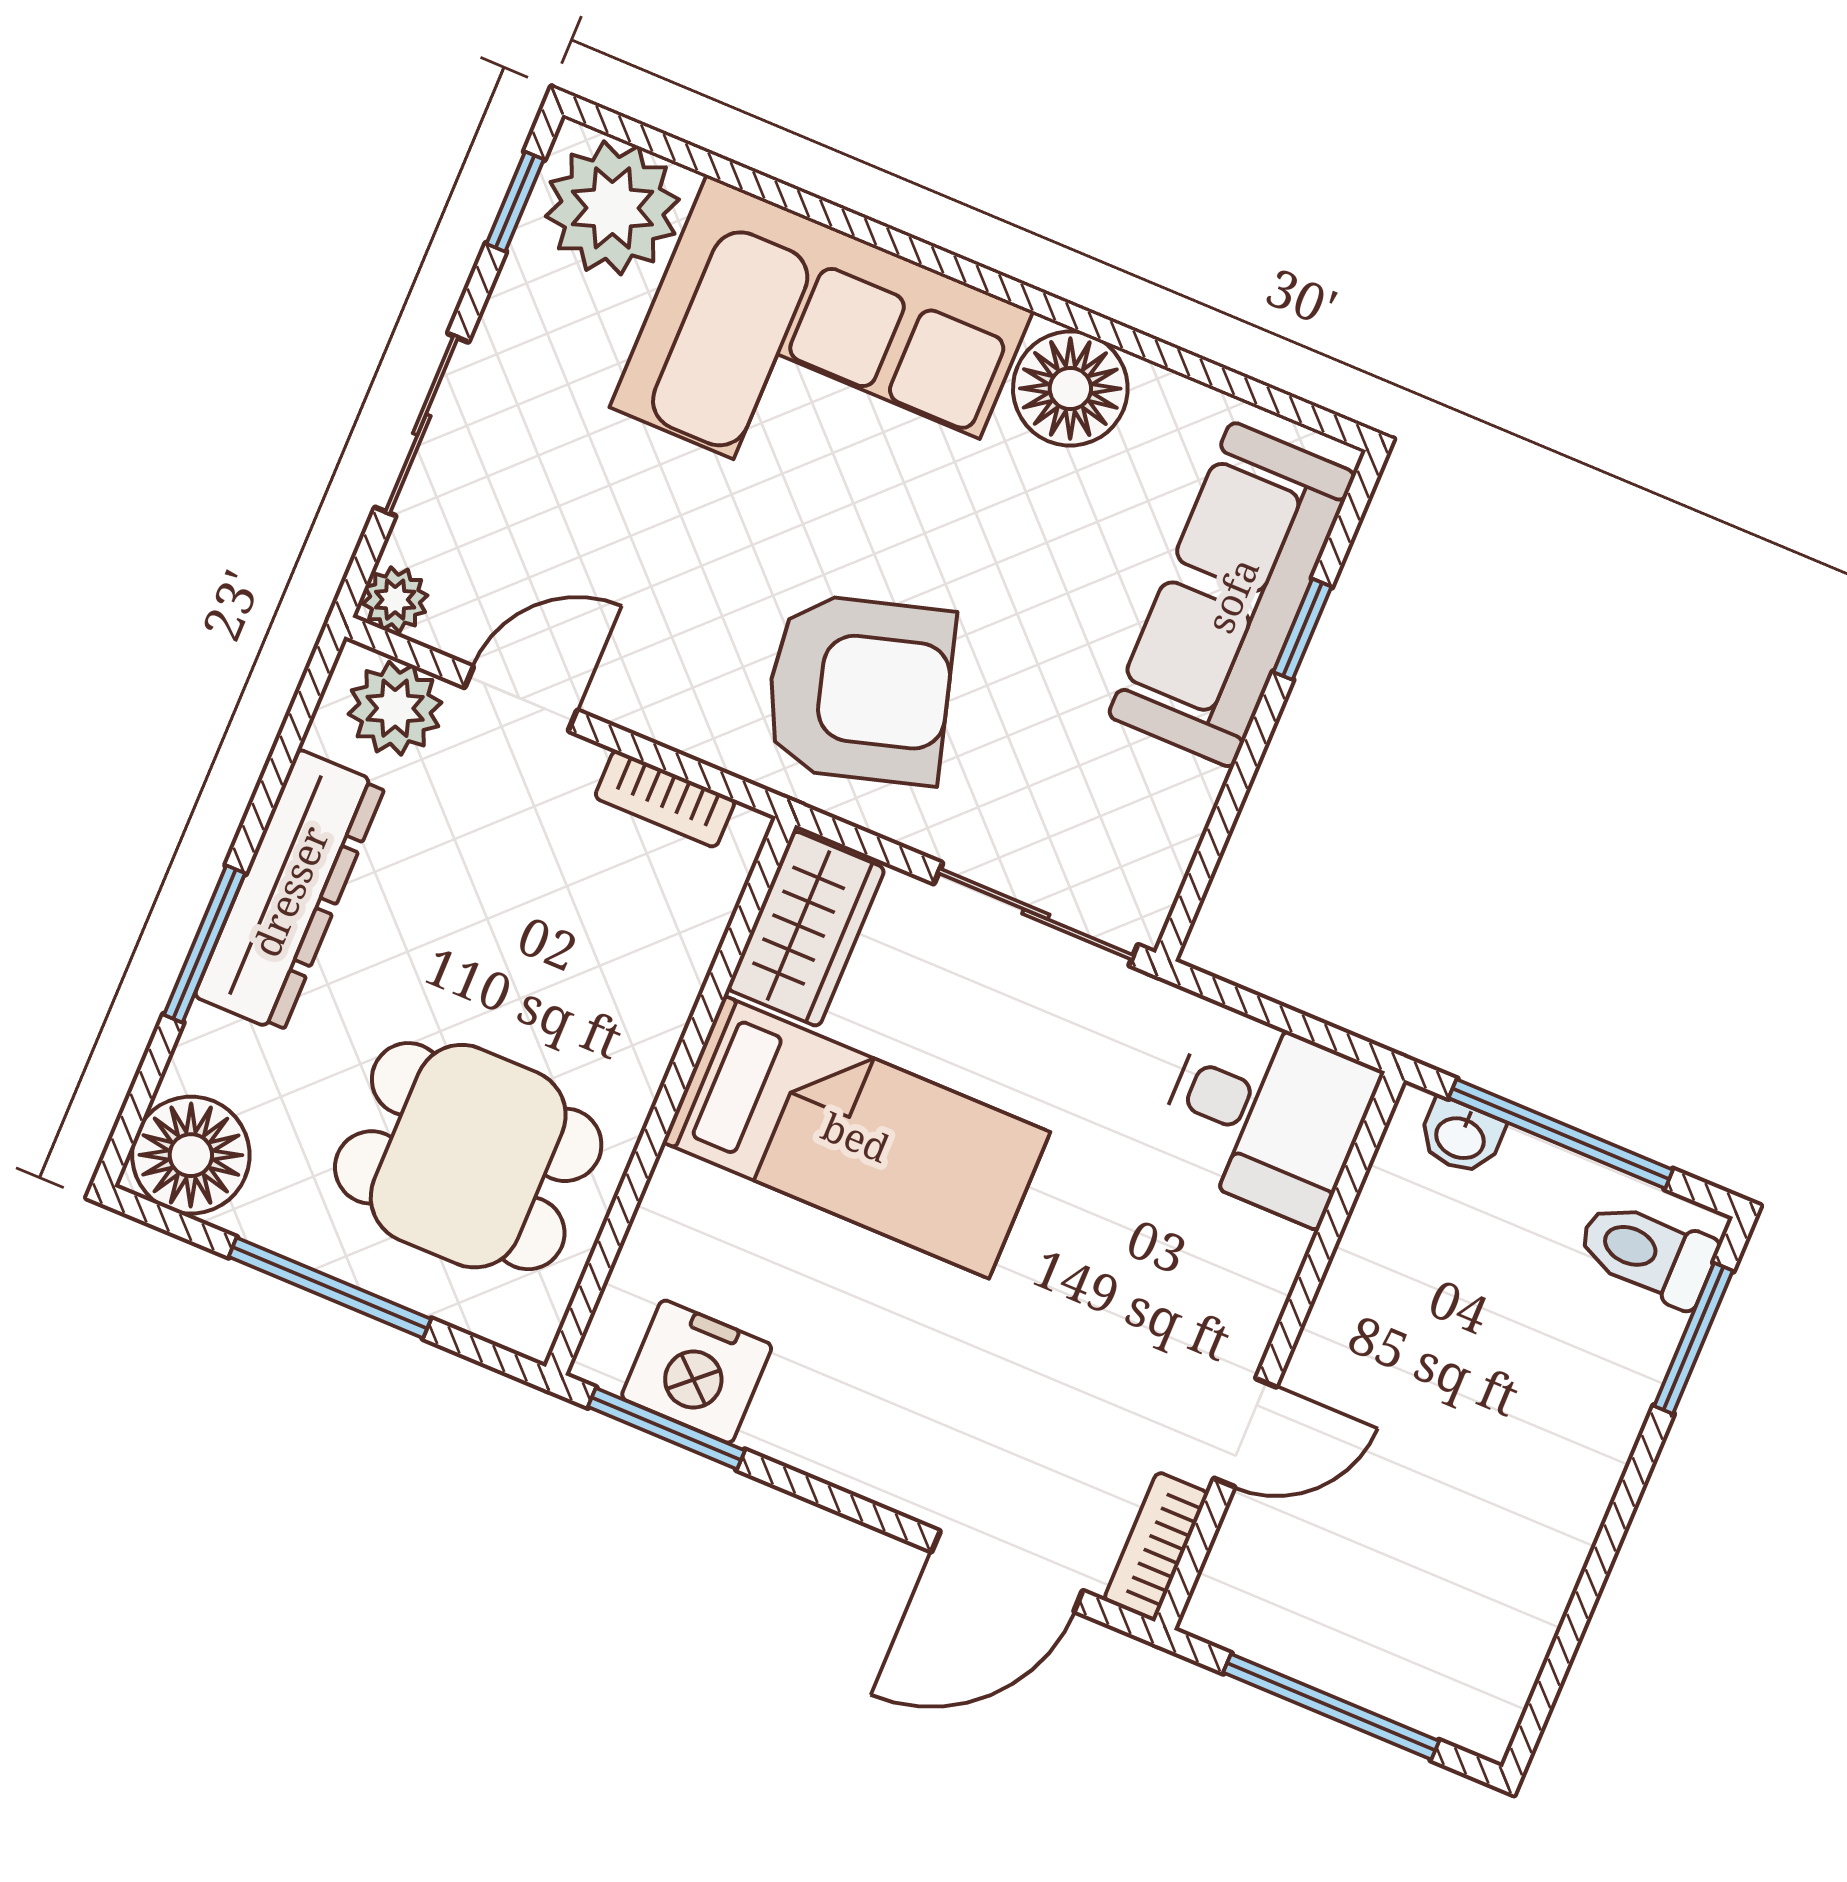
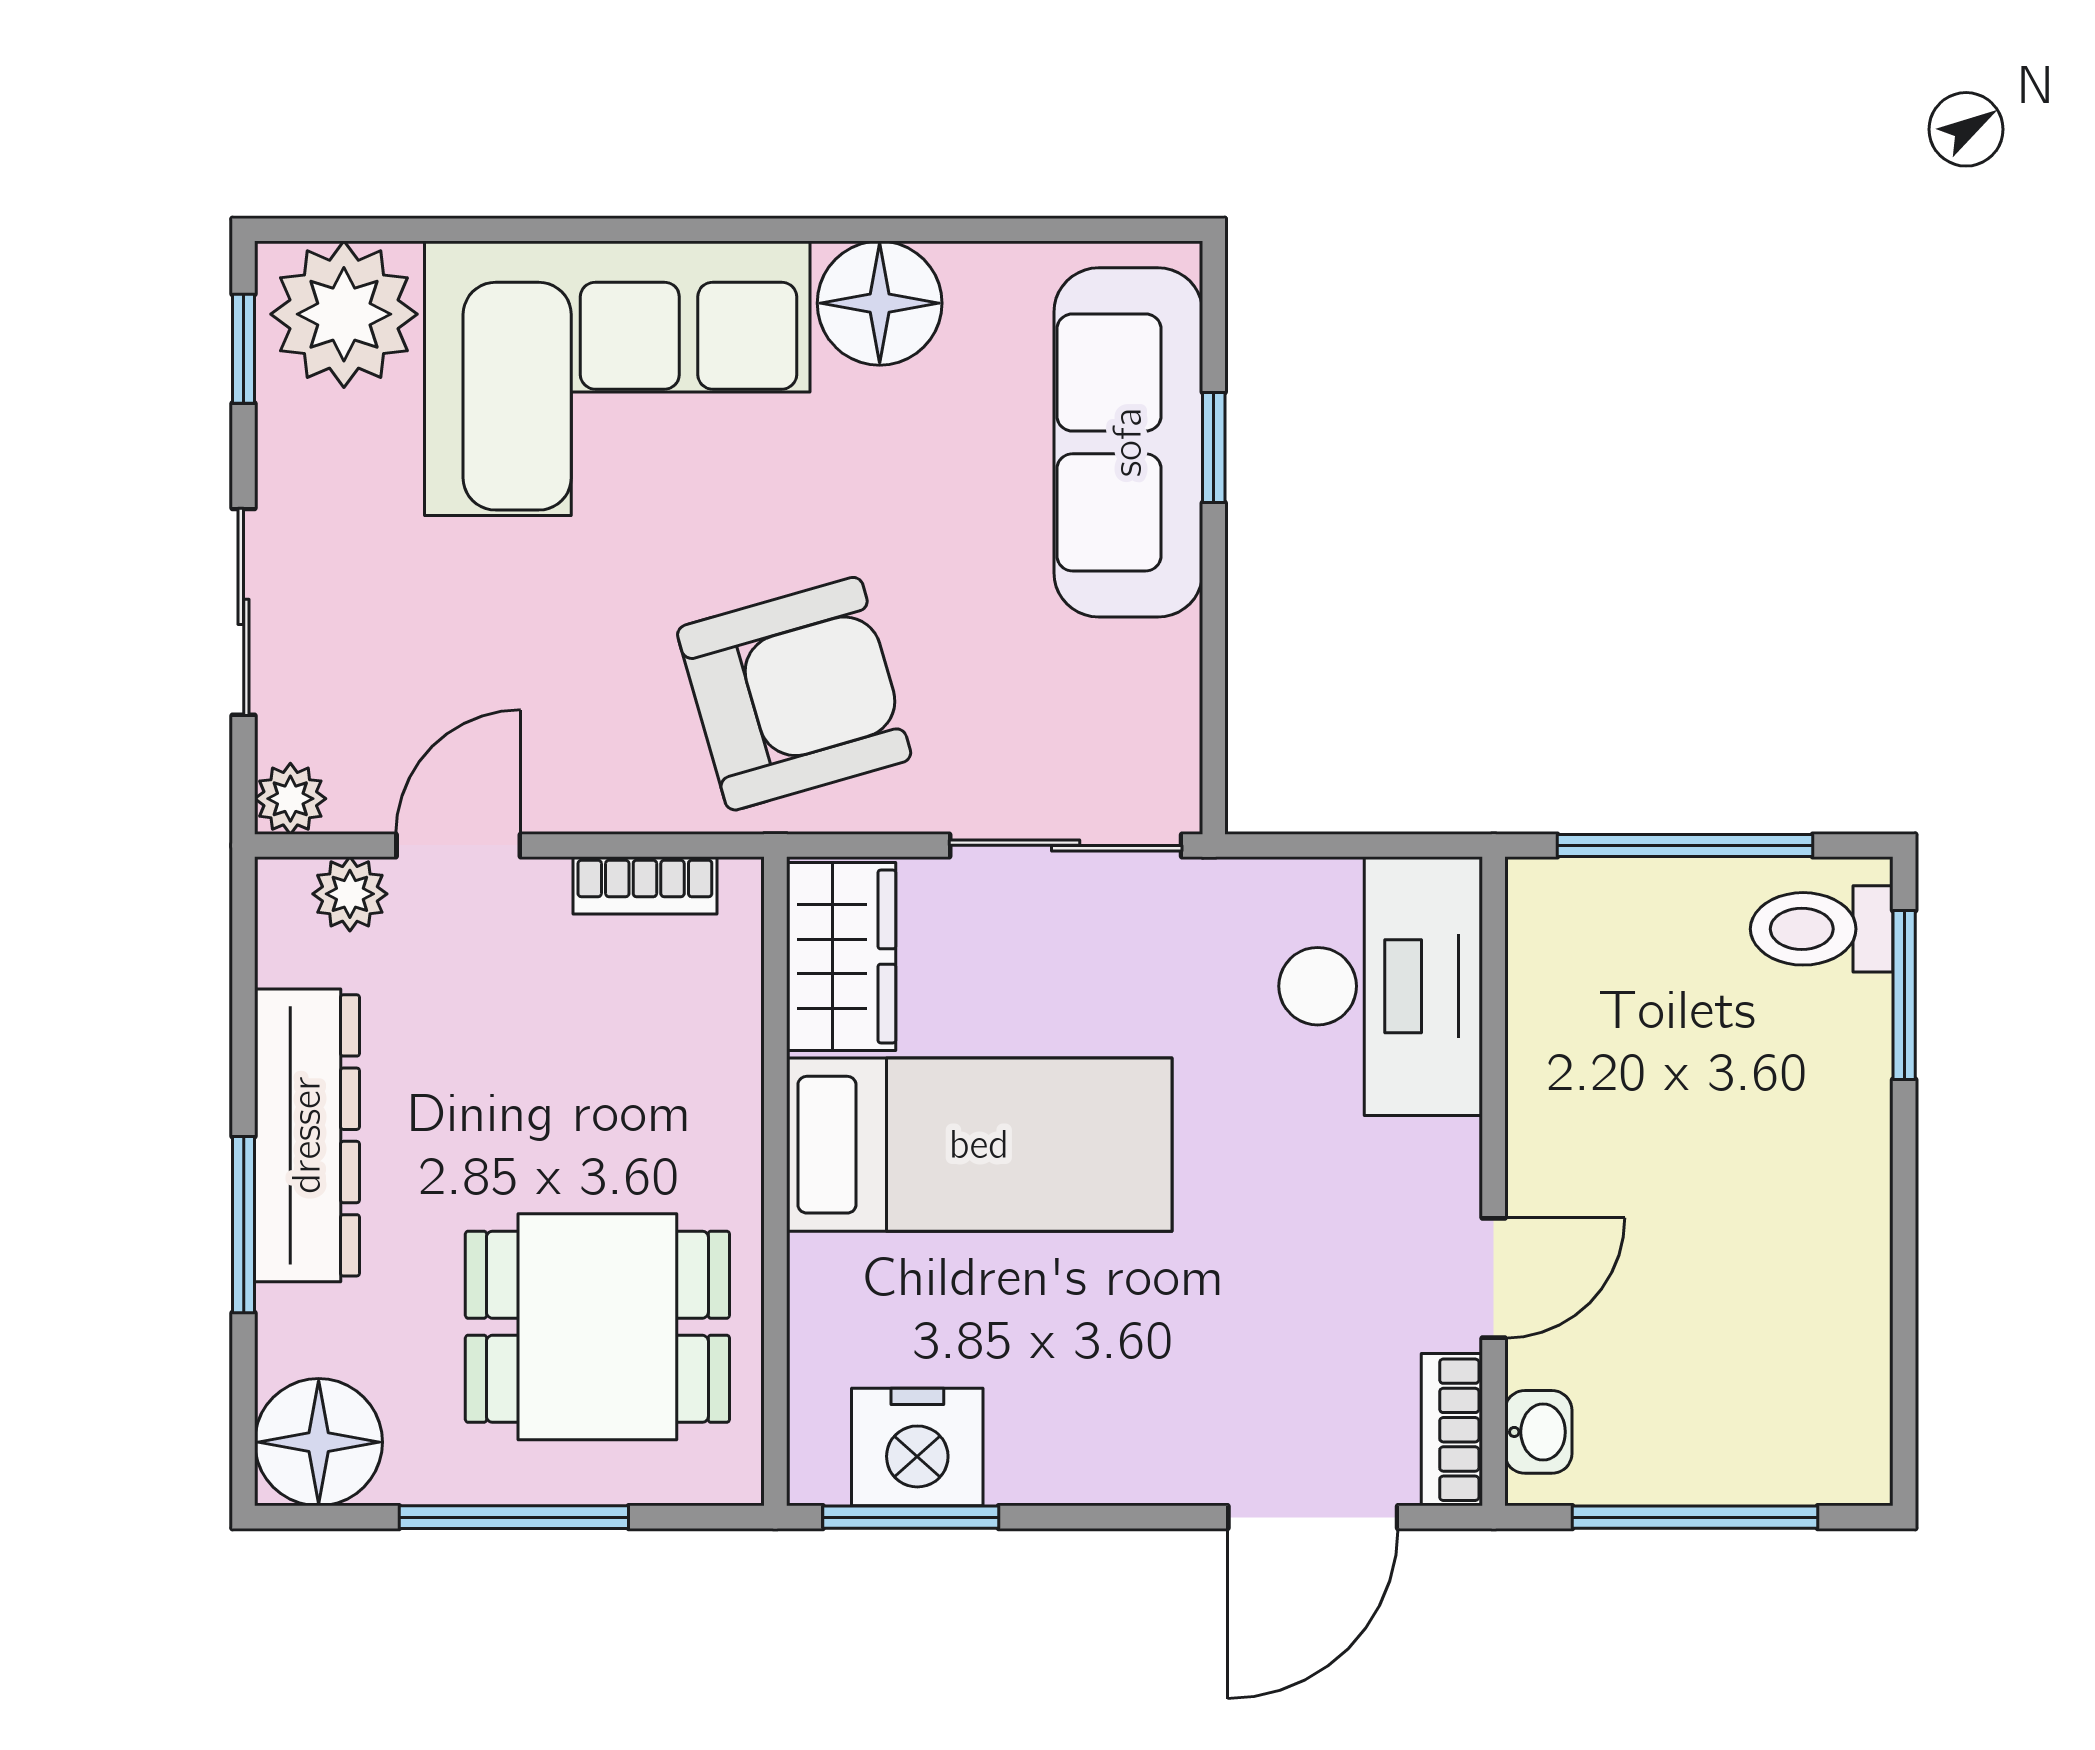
plant: (395, 708) -> (350, 894), width x0.73, depth x0.73
desk: (1265, 1115) -> (1381, 986), width x1.37
washbasin: (1461, 1136) -> (1538, 1432), moved, turned -90

